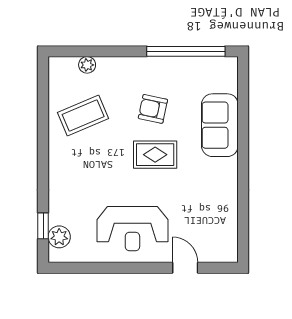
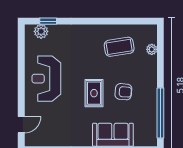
armchair: (153, 109) -> (123, 92), turned 83
coffee table: (83, 116) -> (119, 47), turned -76
door: (185, 268) -> (21, 125), moved

